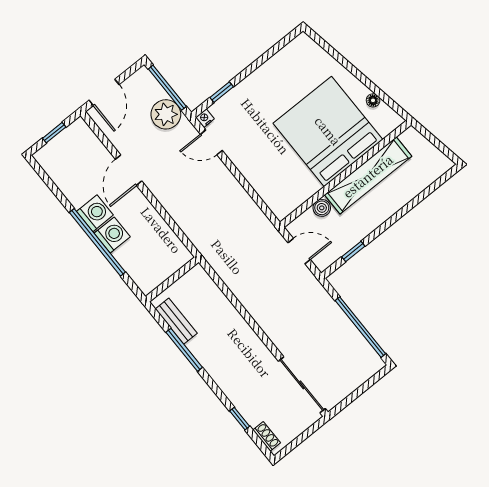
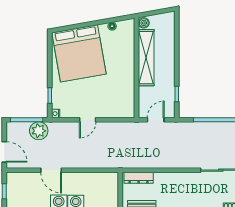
bed: (328, 131) -> (79, 53), moved, turned -100
door: (211, 142) -> (88, 120), moved
boiler: (322, 208) -> (144, 23), moved
dresser: (208, 289) -> (139, 178), added

